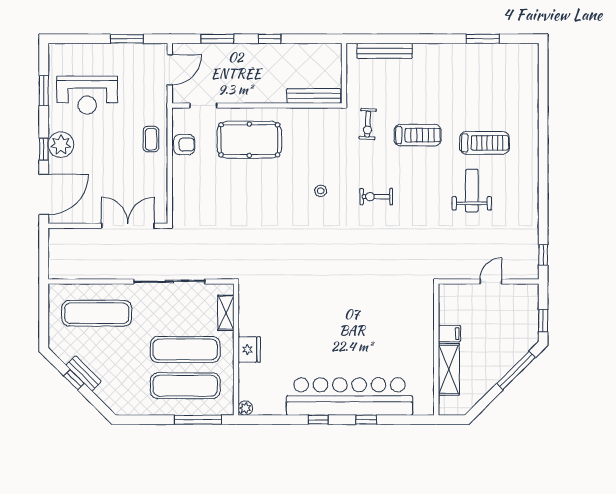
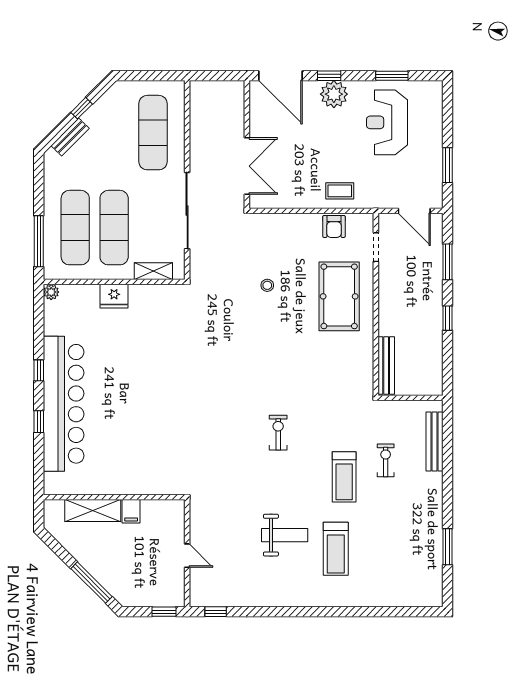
exercise bike: (368, 124) -> (386, 460), moved, turned 87
stool: (321, 191) -> (267, 285), moved
window: (543, 321) -> (164, 612), moved
bench: (84, 373) -> (70, 137), moved

